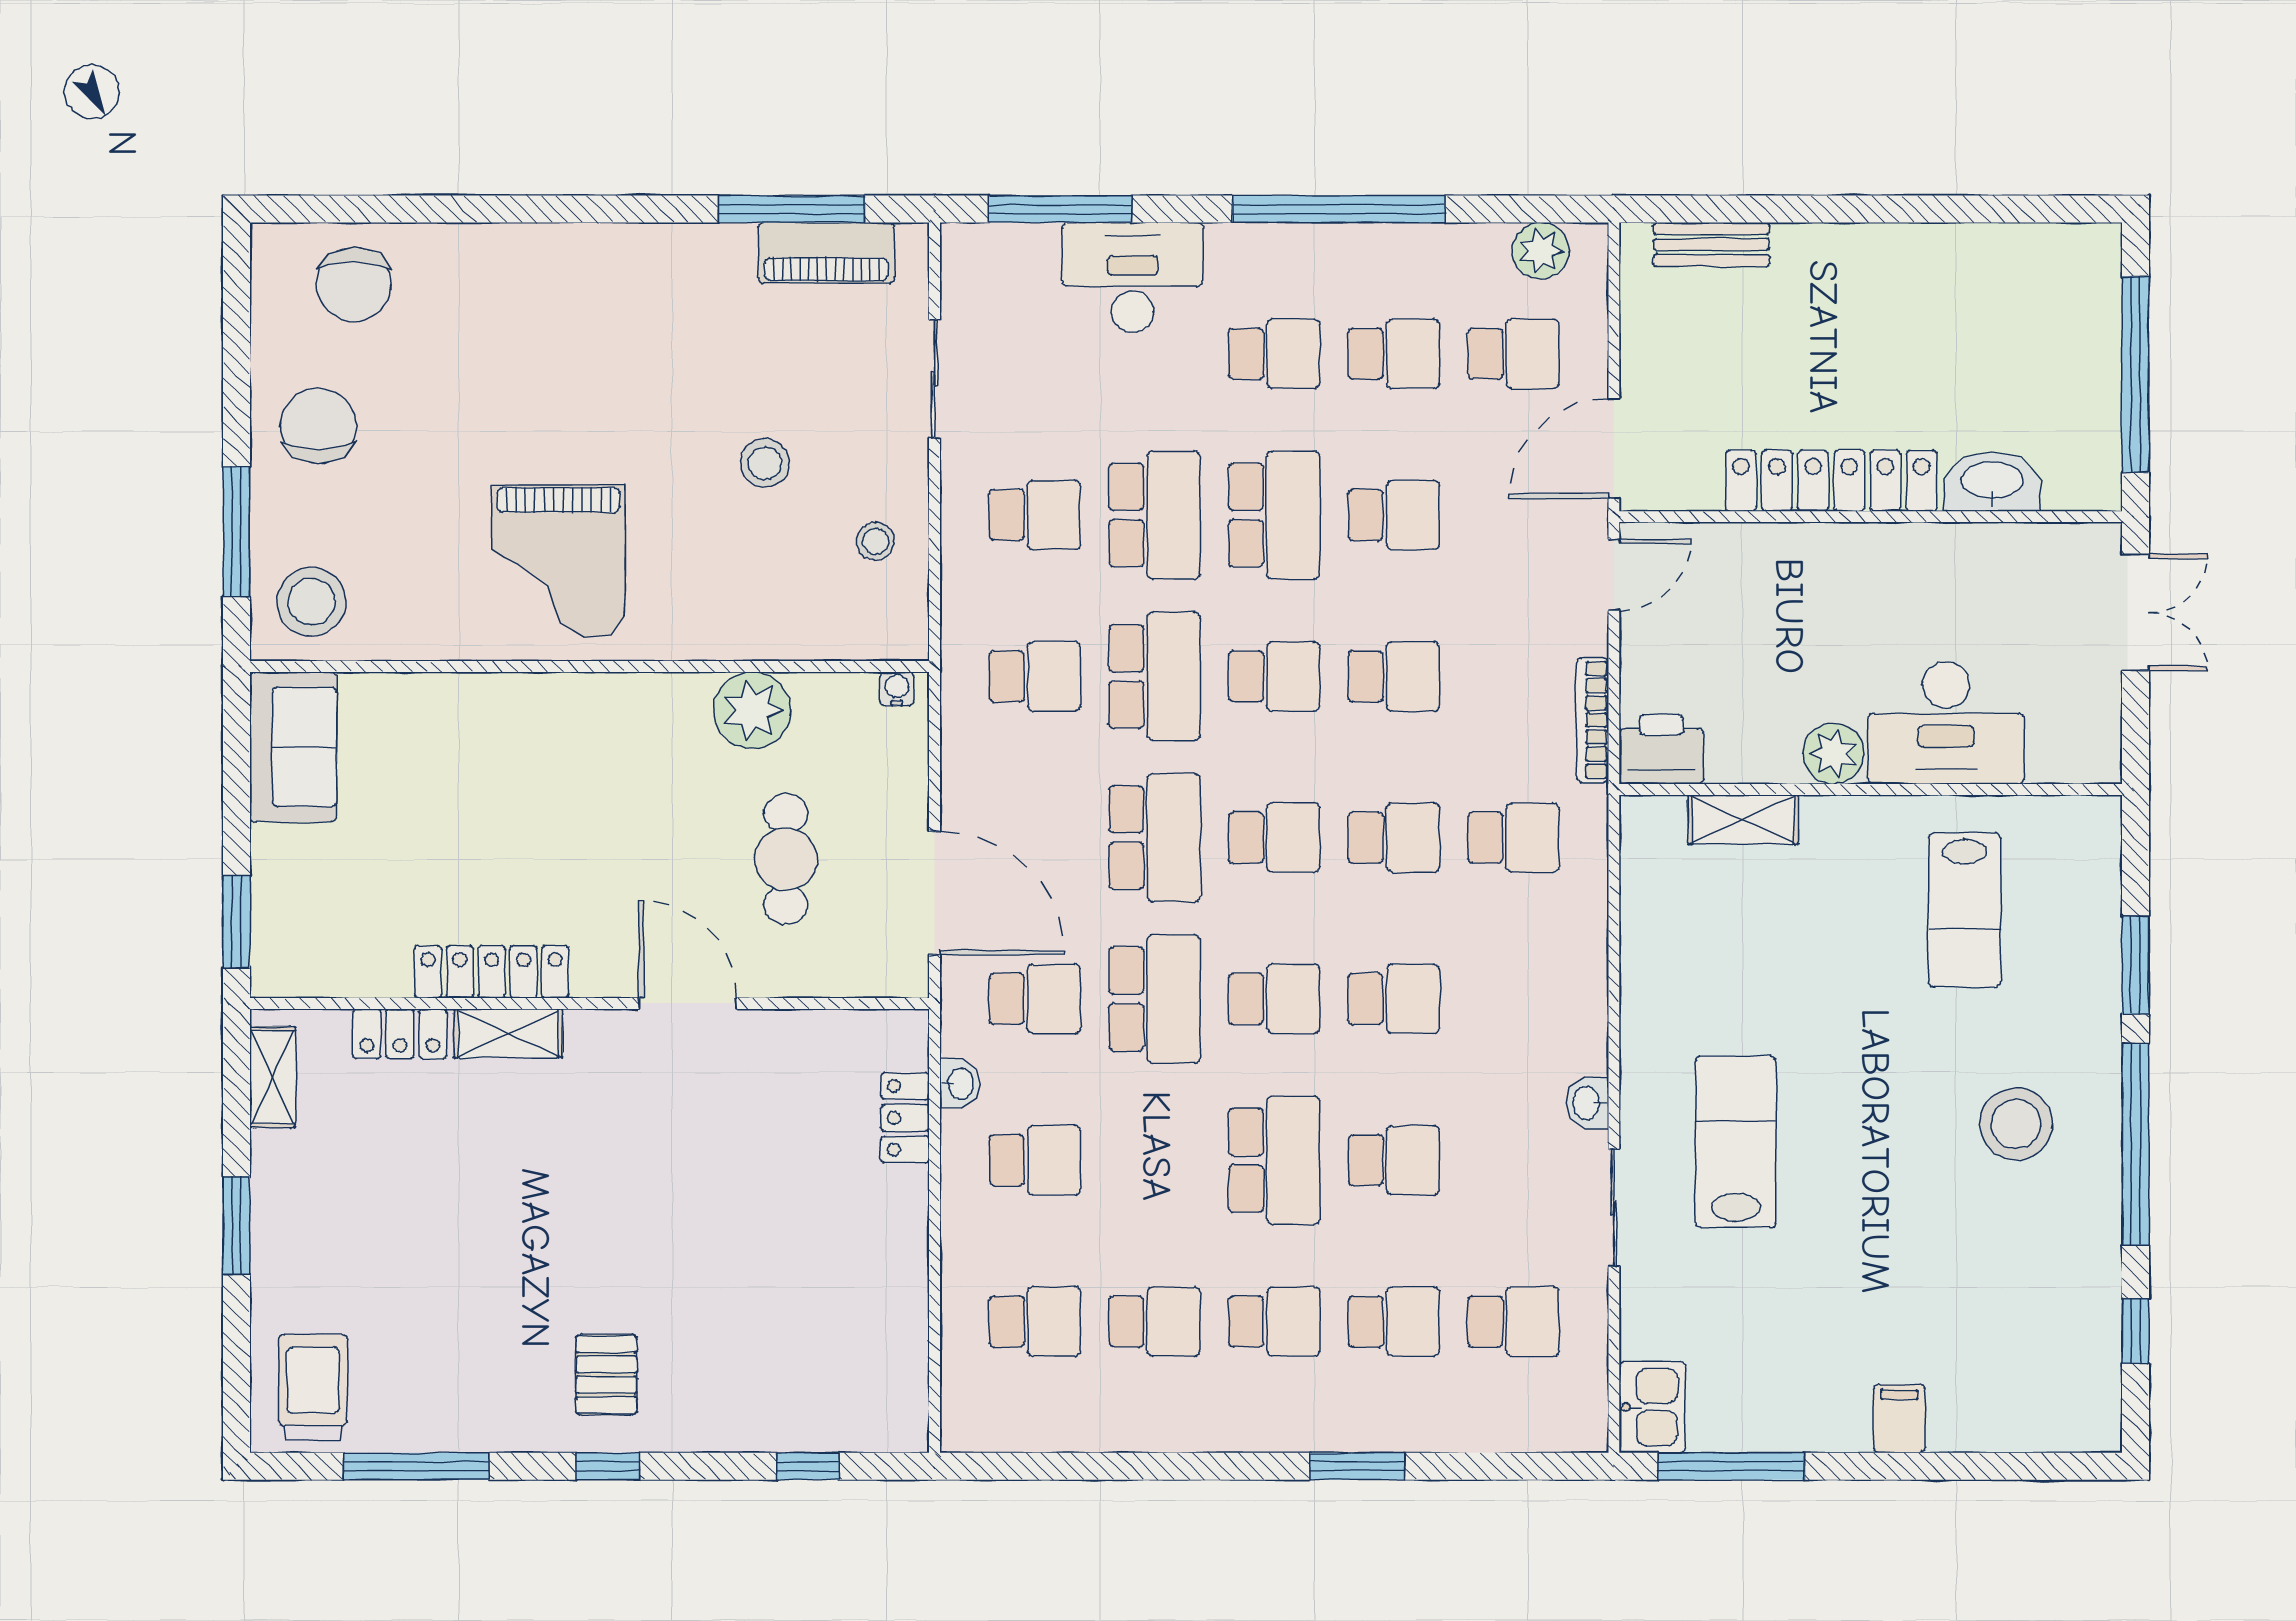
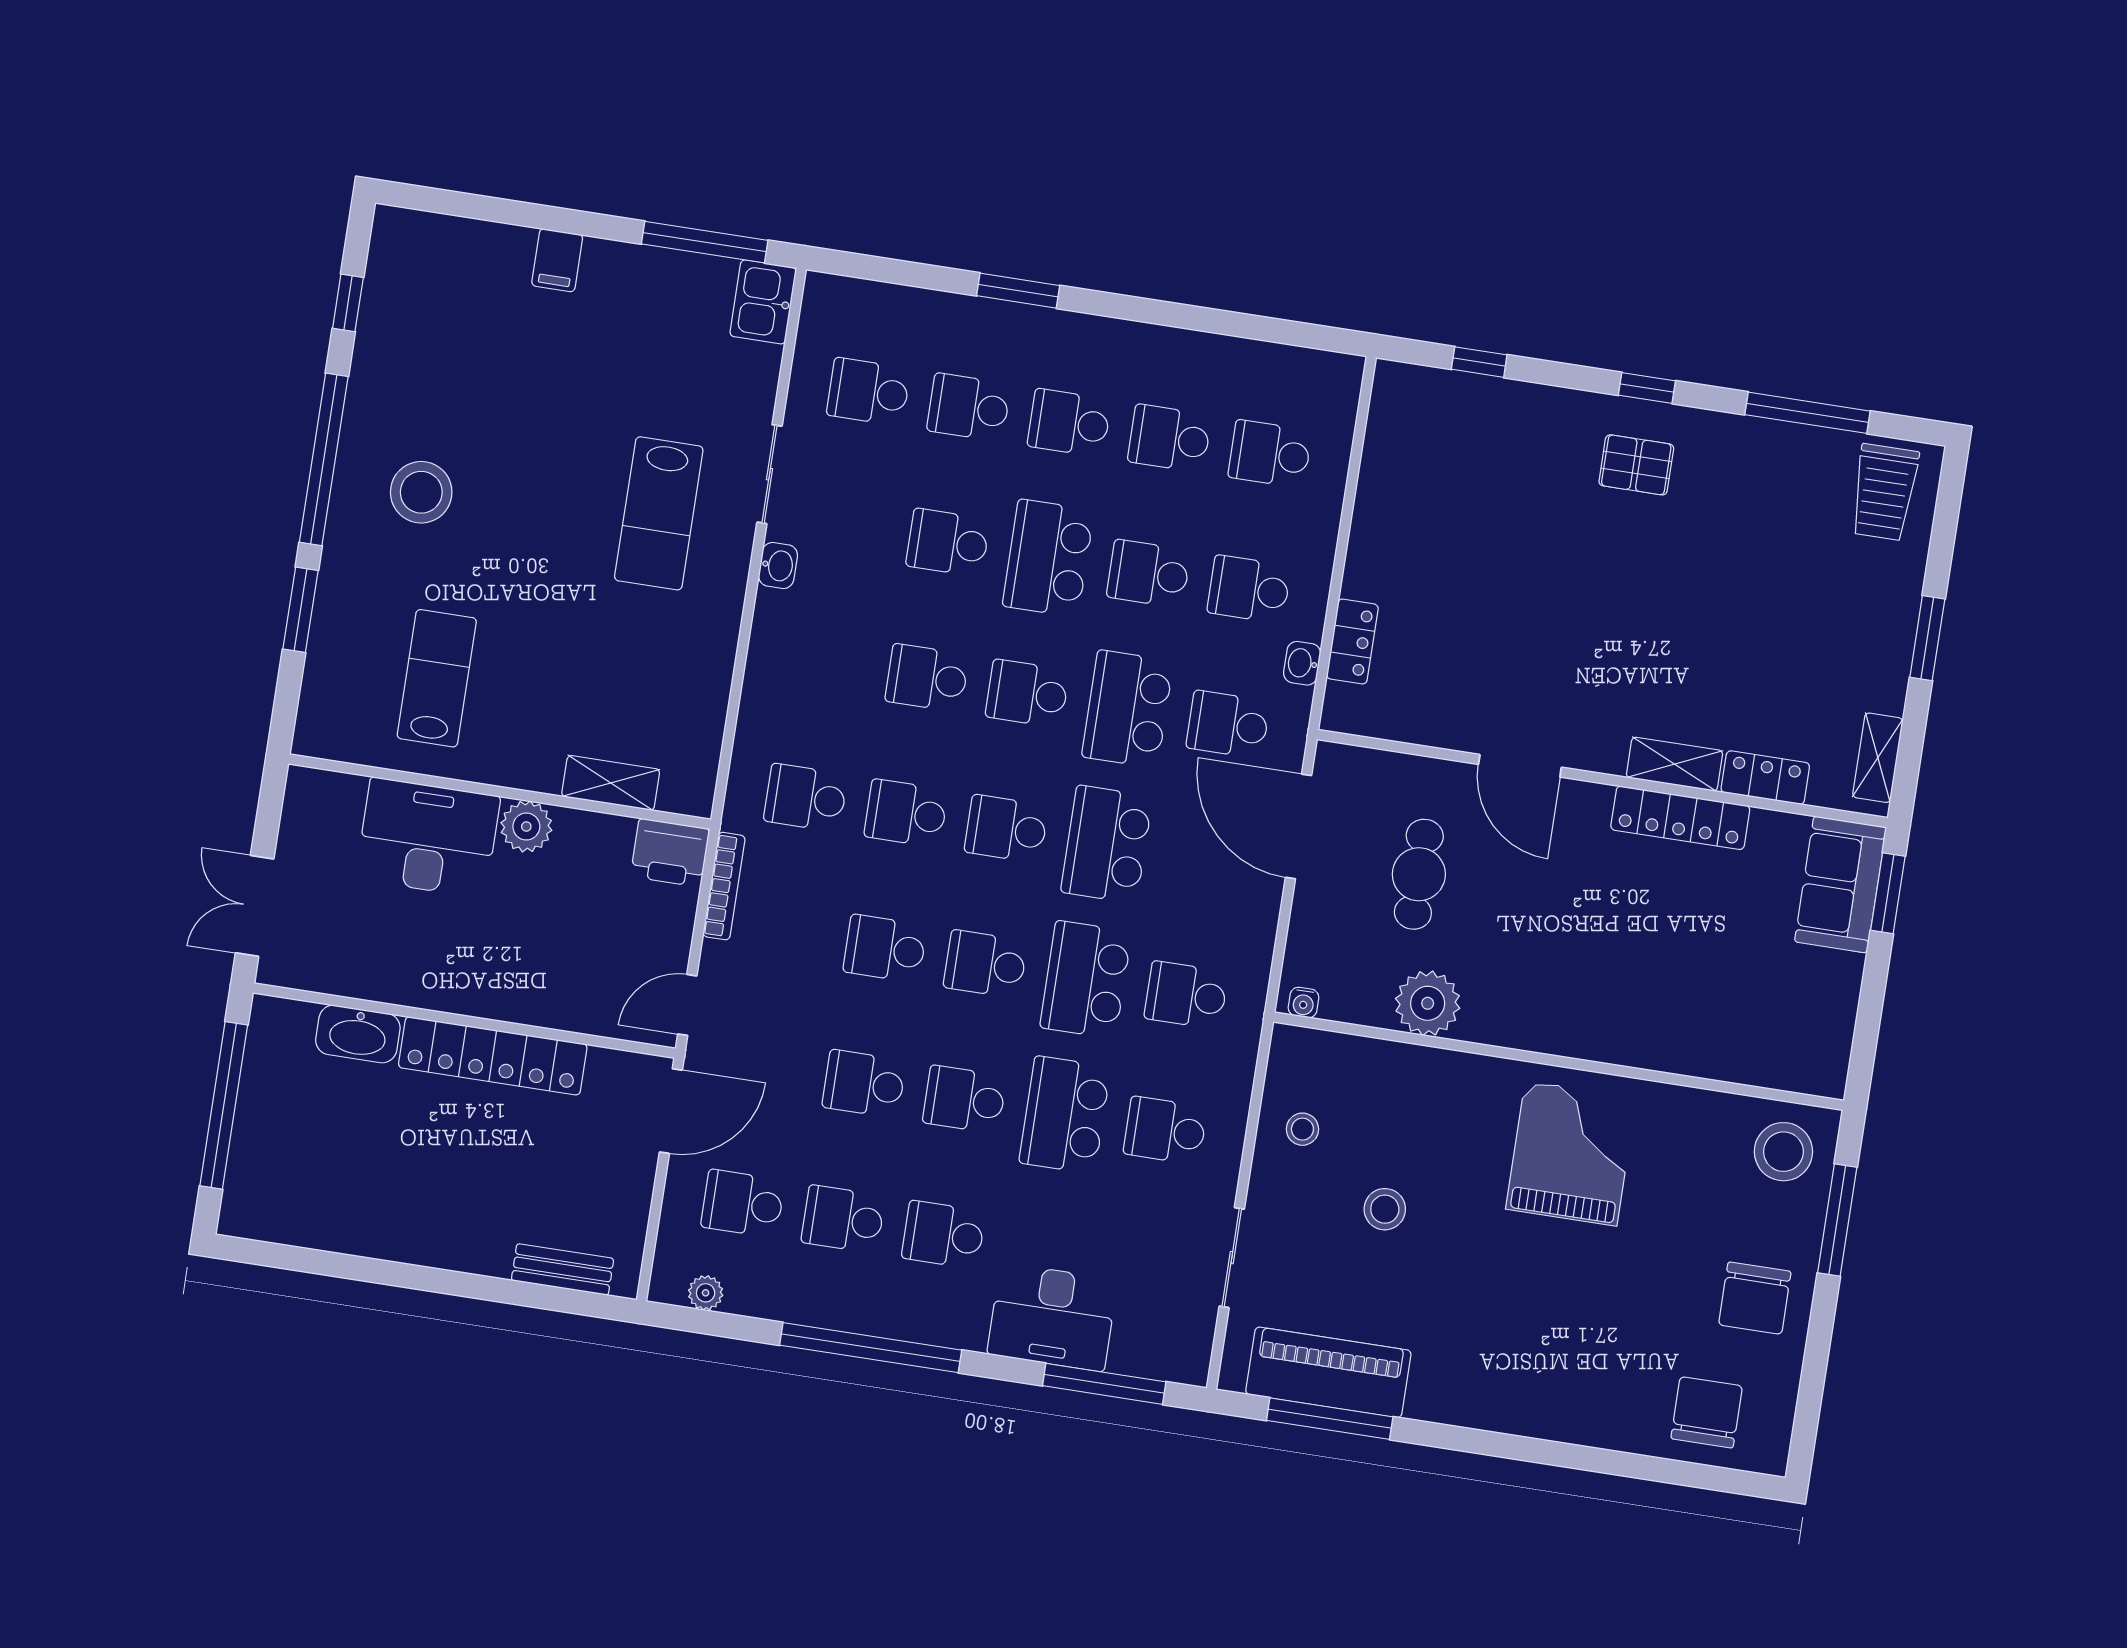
plant: (1541, 251) -> (706, 1293), width x0.73, depth x0.73
piano: (826, 253) -> (1328, 1372), width x1.37, depth x1.33
school desk: (1274, 515) -> (964, 1099), width x0.54
sofa: (293, 747) -> (1840, 884), moved
school desk: (1155, 1160) -> (1149, 574), added
pallet: (606, 1375) -> (1636, 465), turned 90

